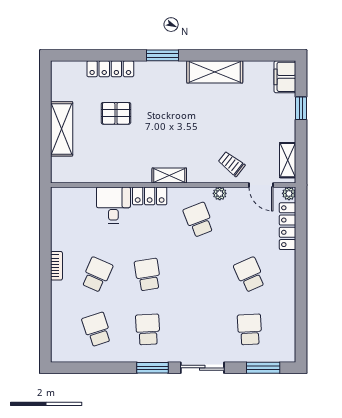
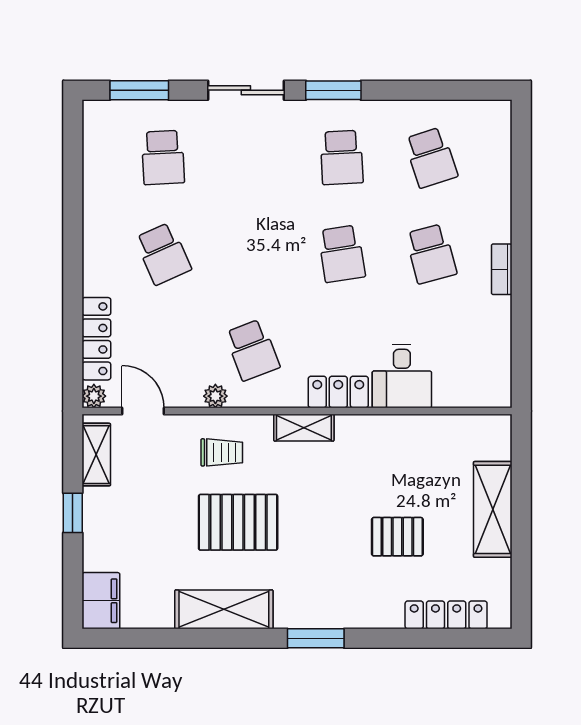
locker: (110, 69) -> (446, 615), moved
window: (301, 108) -> (73, 513), moved
pallet: (207, 122) -> (238, 522), added
trolley: (231, 164) -> (222, 452), moved, turned -38
school desk: (97, 275) -> (431, 254), turned -39

